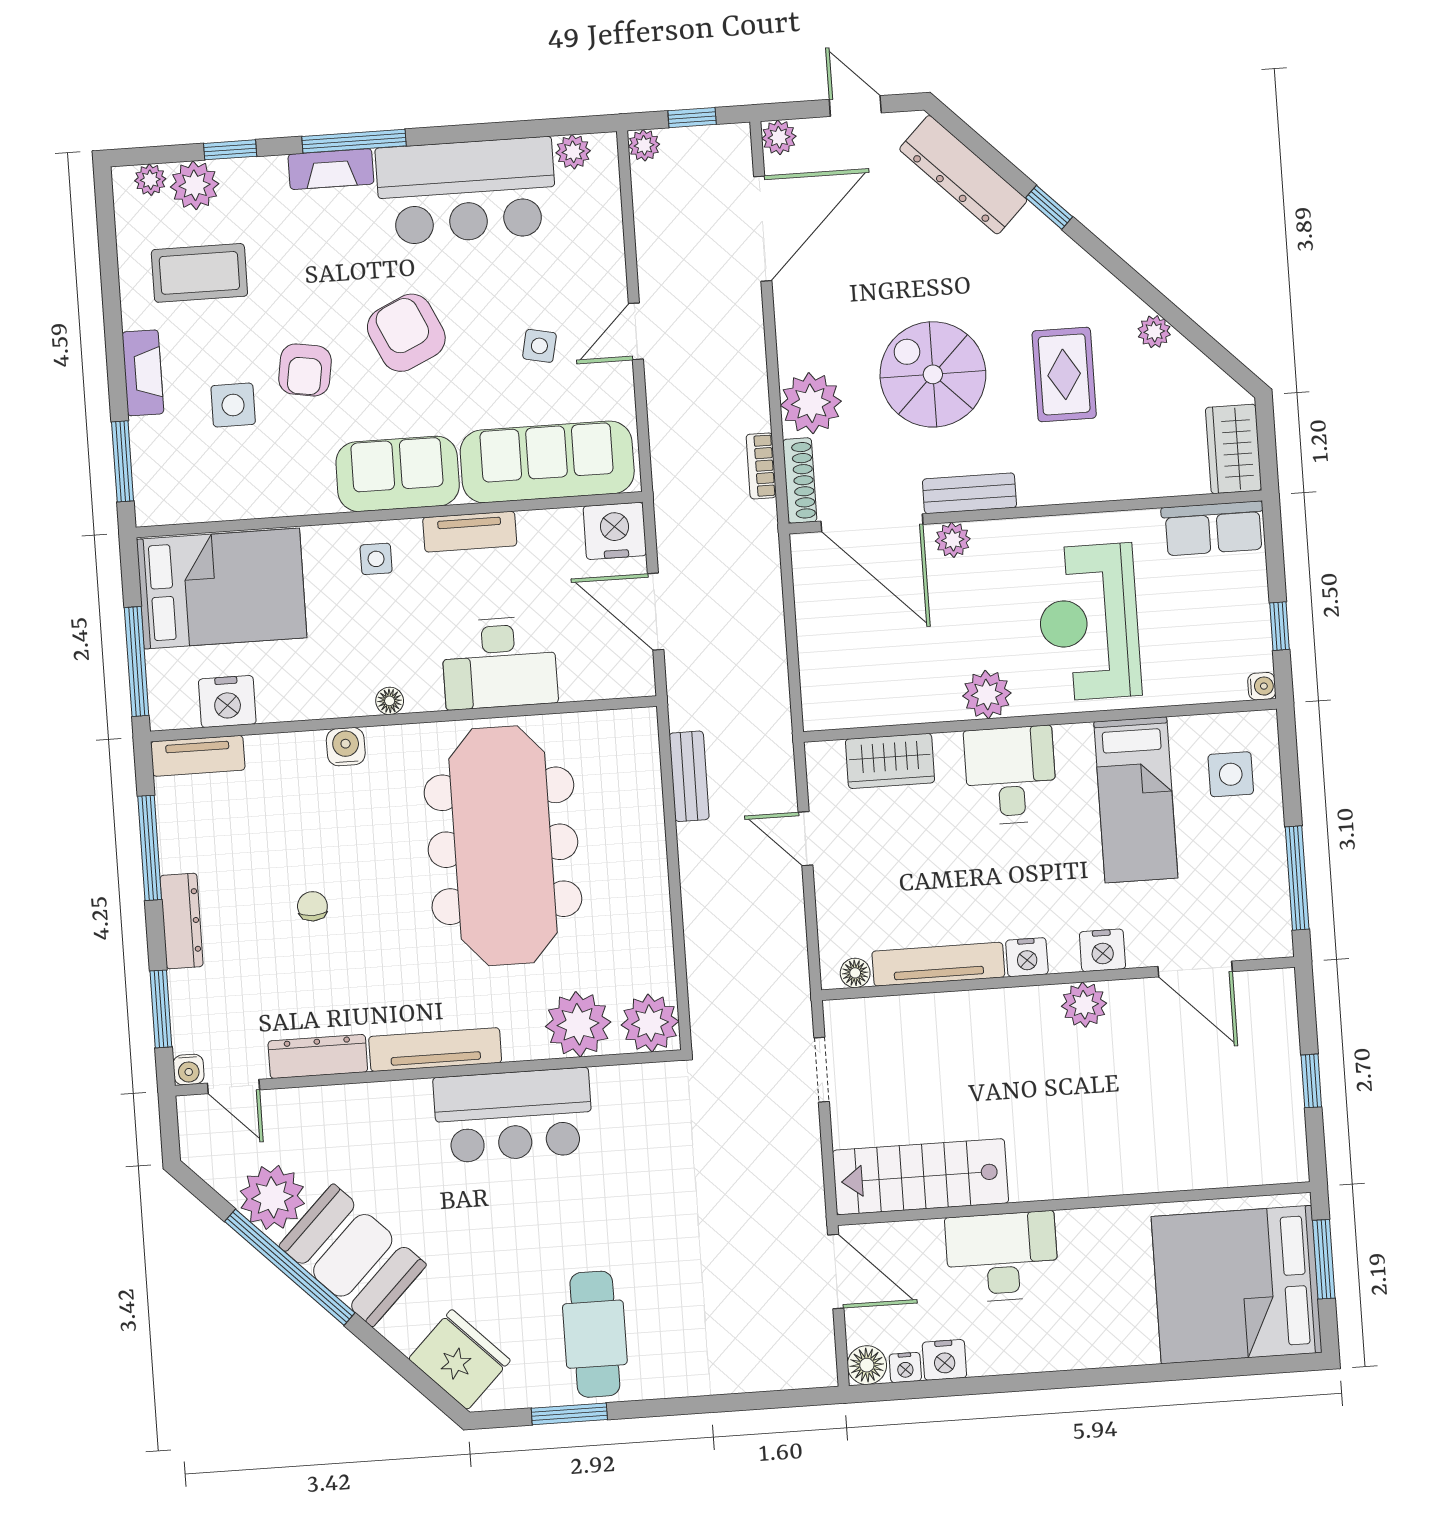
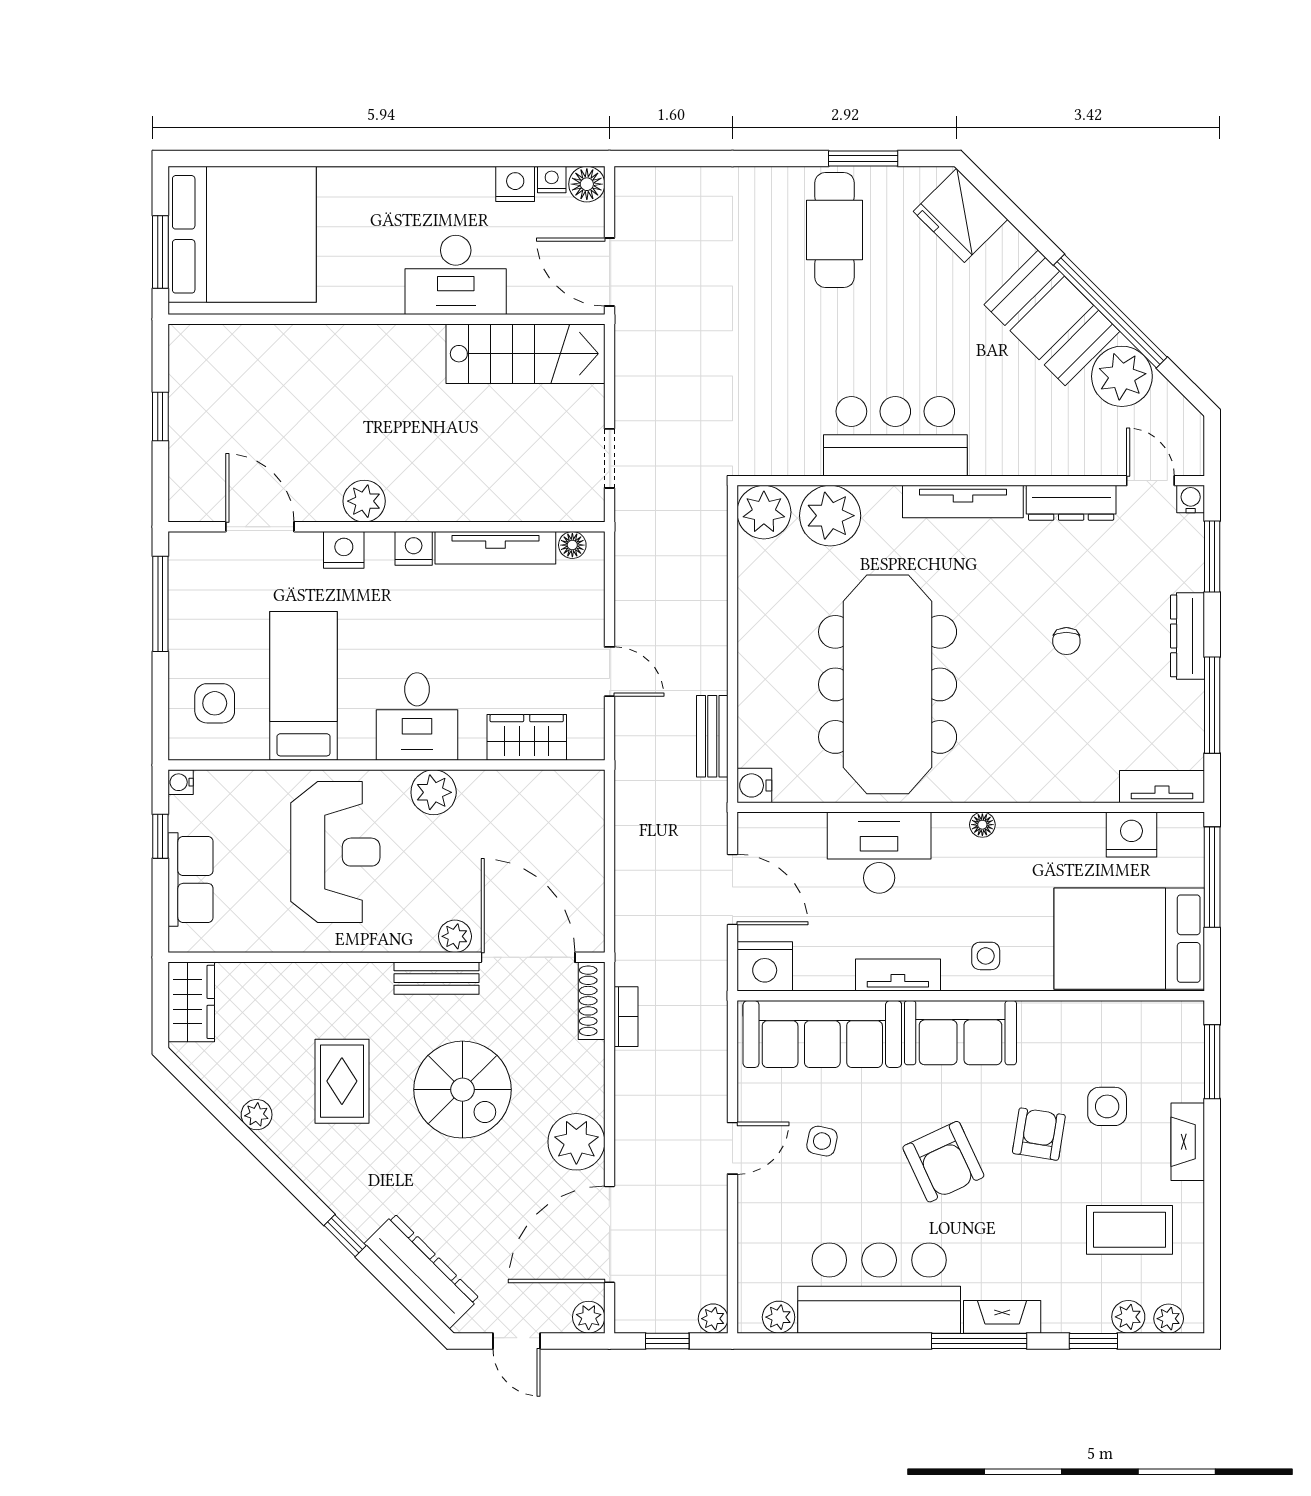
plant: (195, 185) -> (1128, 1317), width x0.73, depth x0.73
plant: (811, 403) -> (576, 1142), moved
row of seats: (1213, 528) -> (191, 879), moved, turned 90
water cooler: (346, 747) -> (754, 785), moved, turned 90

